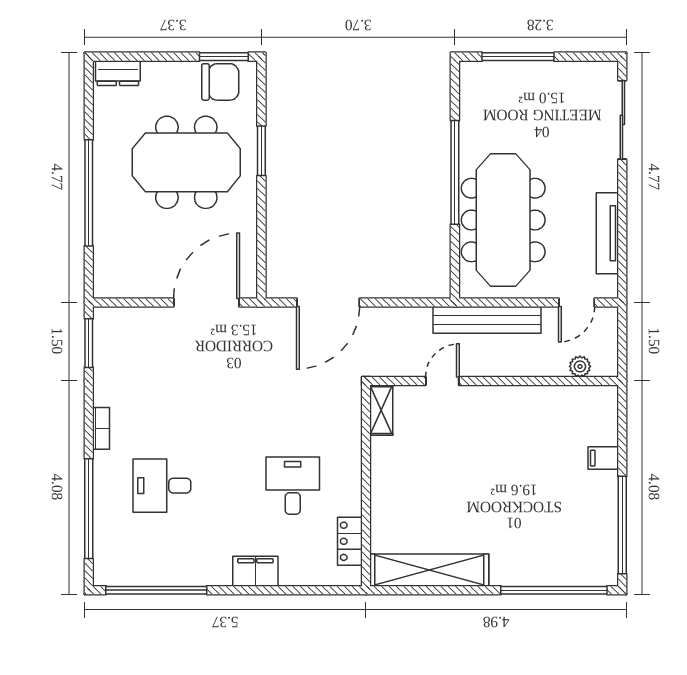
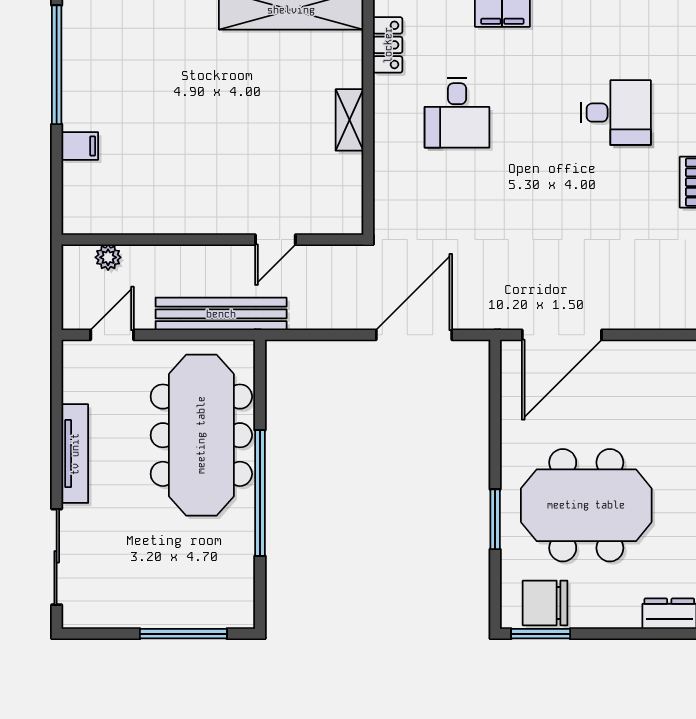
tv unit: (607, 233) -> (75, 454), moved
shelving: (381, 410) -> (349, 120), moved

